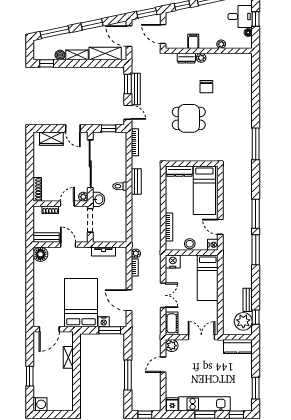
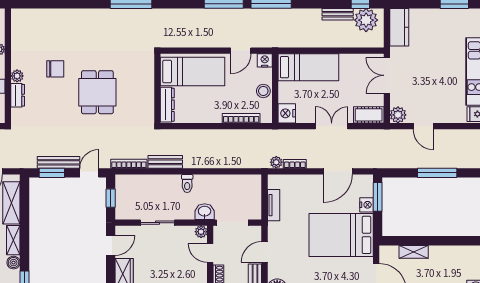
sliding door: (90, 164) -> (158, 223), width x0.54
bench: (136, 181) -> (165, 162), moved

